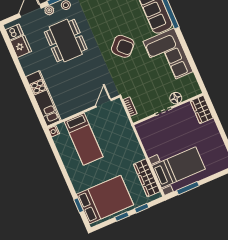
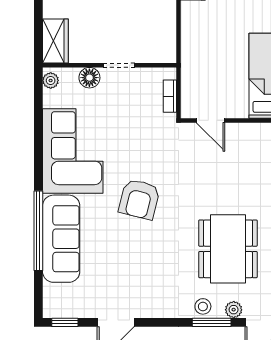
armchair: (123, 46) -> (139, 199), turned -120
plant: (195, 88) -> (51, 80), added
door: (104, 103) -> (211, 120), hinge flipped

